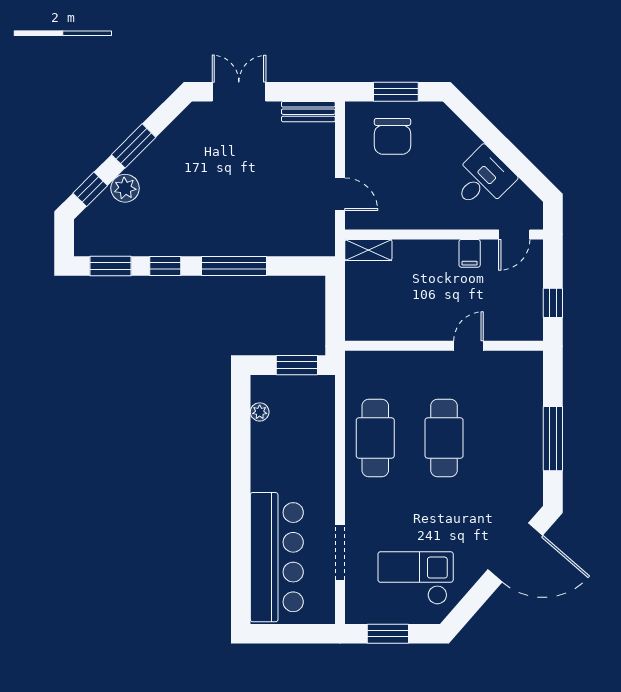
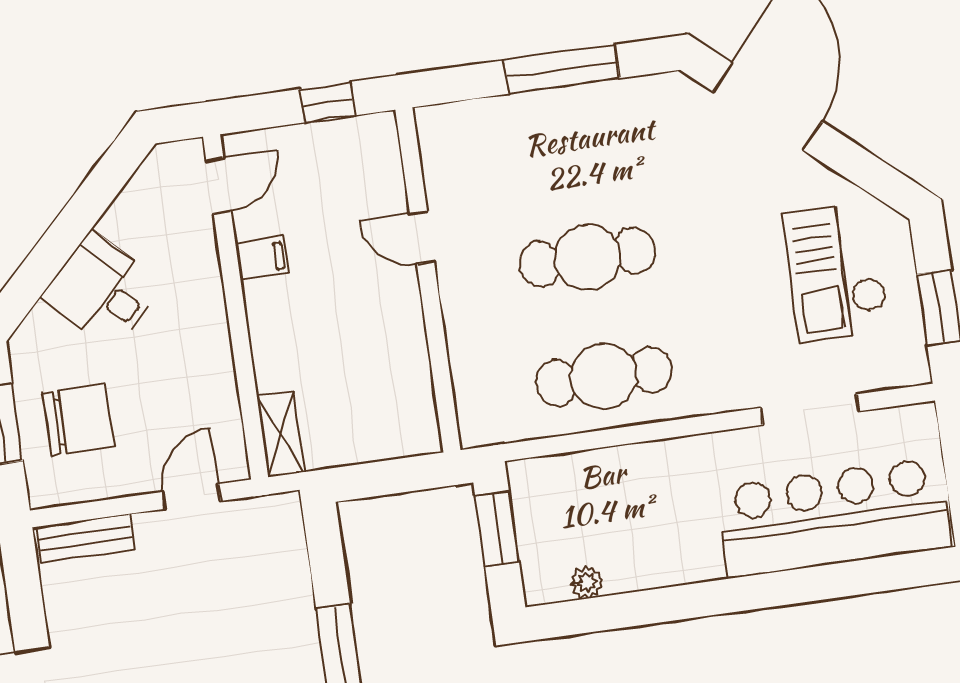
bench: (308, 112) -> (86, 538), moved, turned 90
desk: (483, 179) -> (103, 291), moved
door: (514, 234) -> (219, 186), hinge flipped

